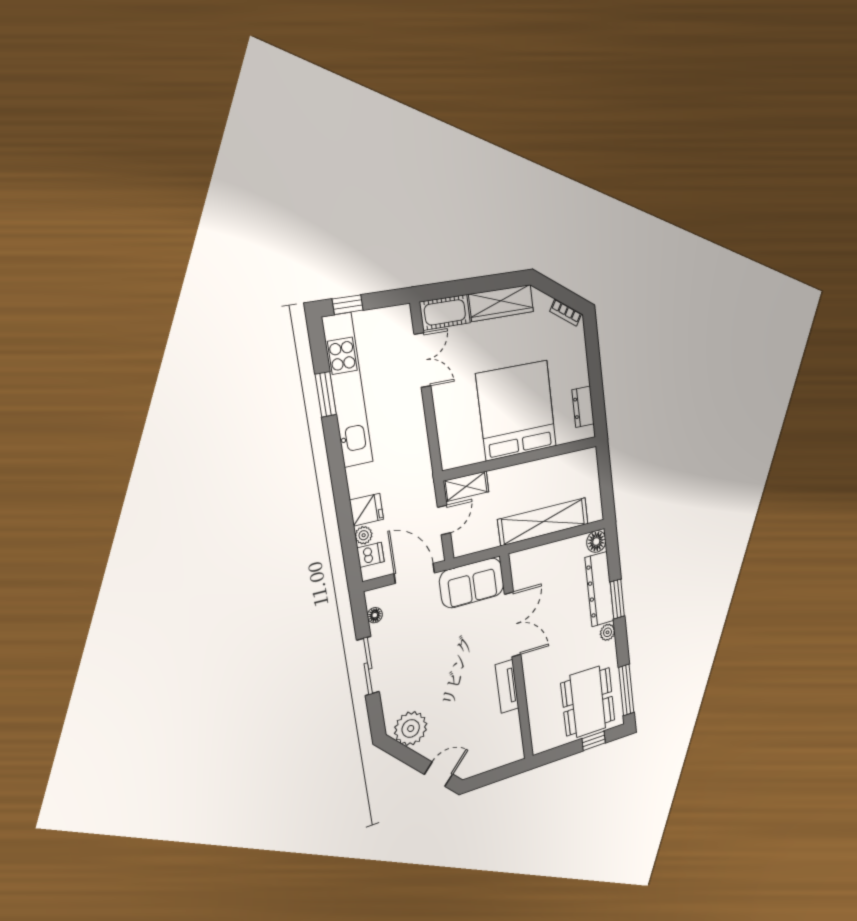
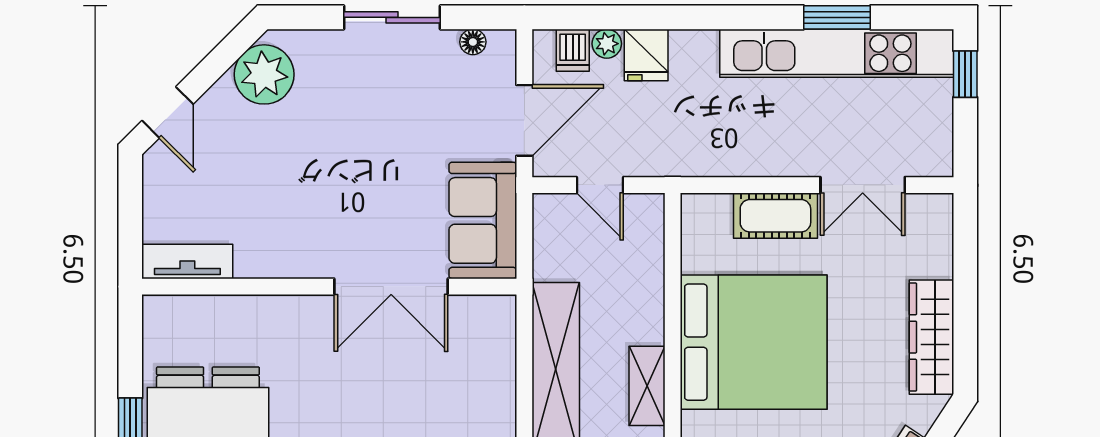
cot: (445, 312) -> (775, 216), moved, turned 90
shelving: (466, 486) -> (647, 386), moved
tv unit: (507, 686) -> (187, 261), moved

